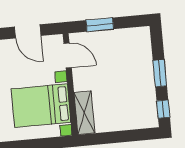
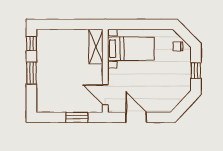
bed with nightstands: (41, 106) -> (131, 49), width x0.73

